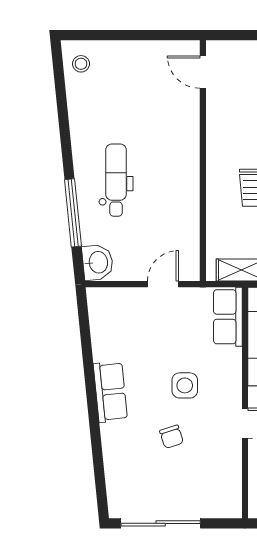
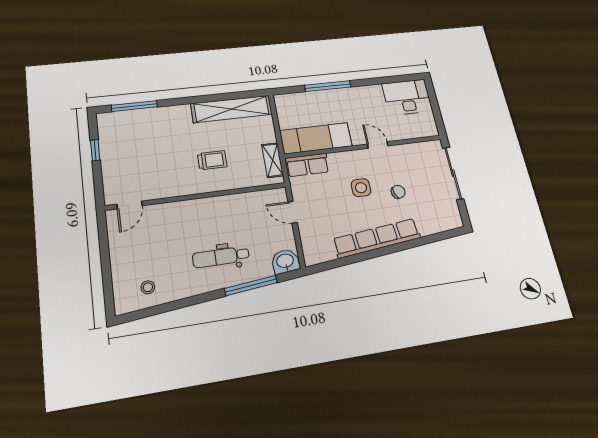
stool: (81, 64) -> (148, 287), moved
row of seats: (110, 392) -> (377, 238), width x2.02
sliding door: (161, 523) -> (453, 173), moved

